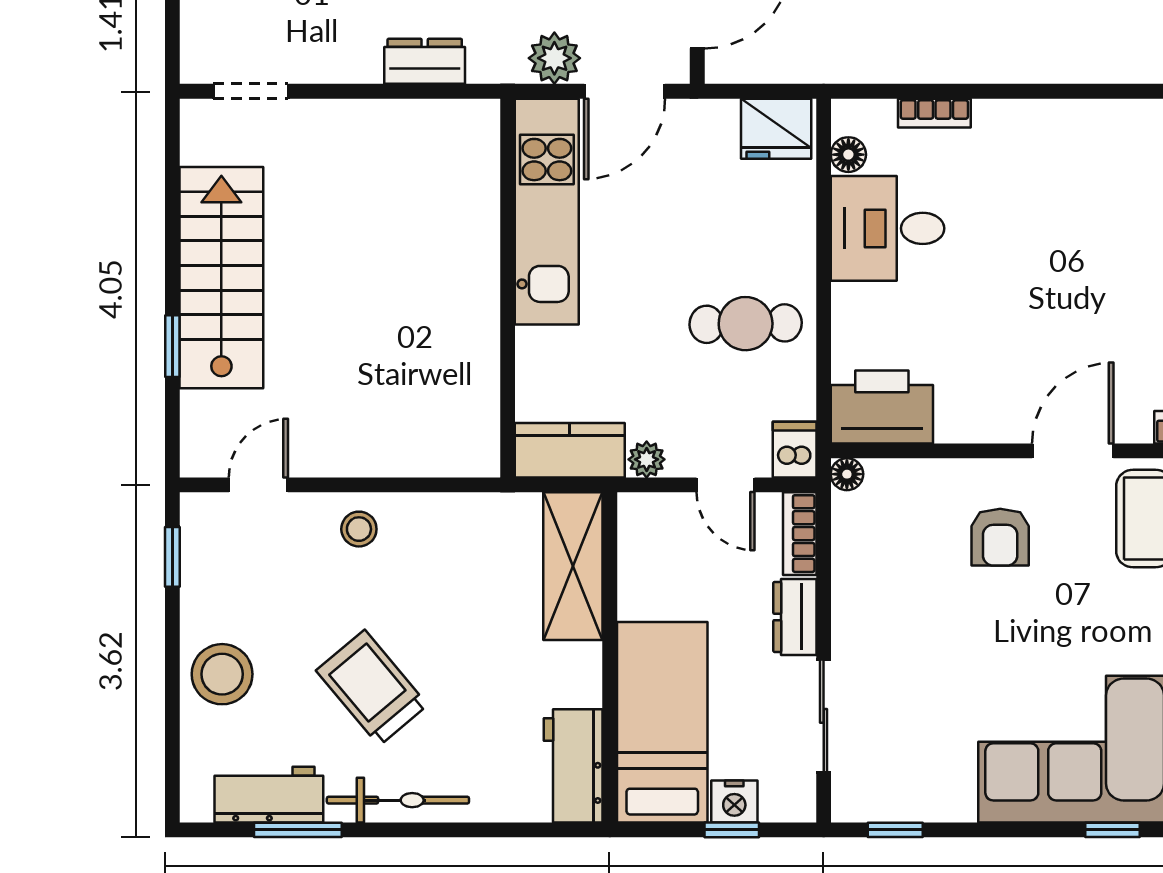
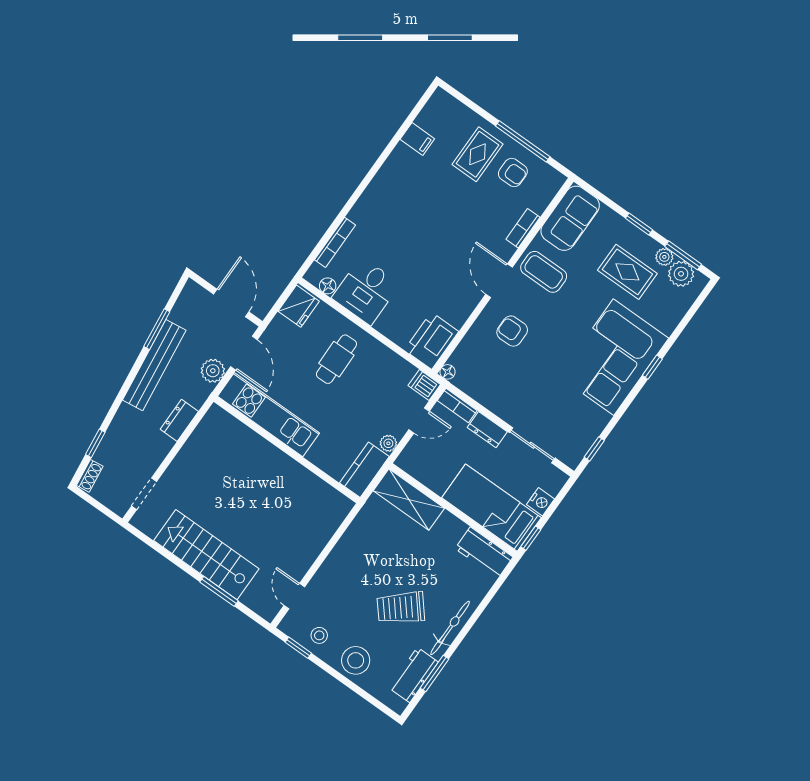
bookcase: (934, 113) -> (335, 242), width x1.56
cafe table: (746, 324) -> (336, 359), moved
window: (172, 346) -> (219, 591), width x1.50
stool: (359, 529) -> (319, 635), moved
armchair: (1000, 537) -> (512, 331), turned 180
window: (732, 830) -> (531, 538), moved

